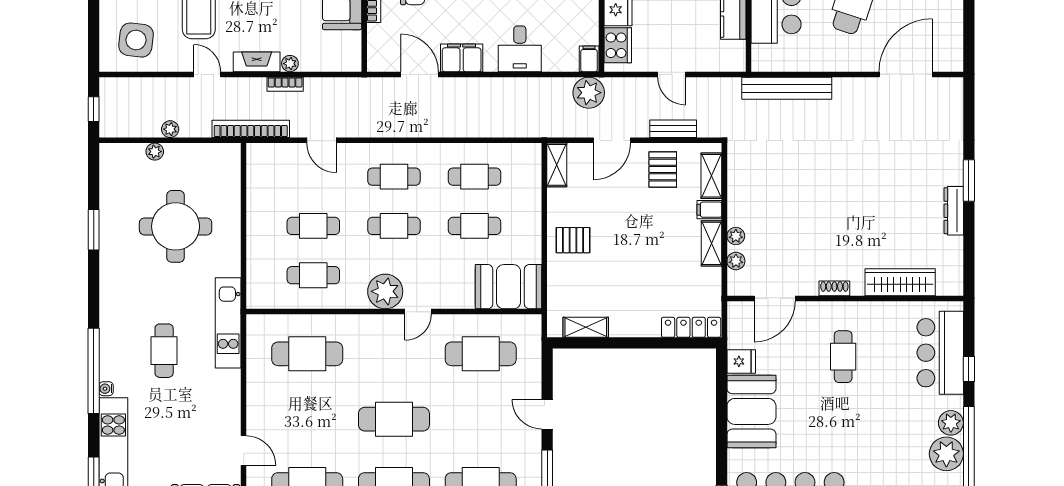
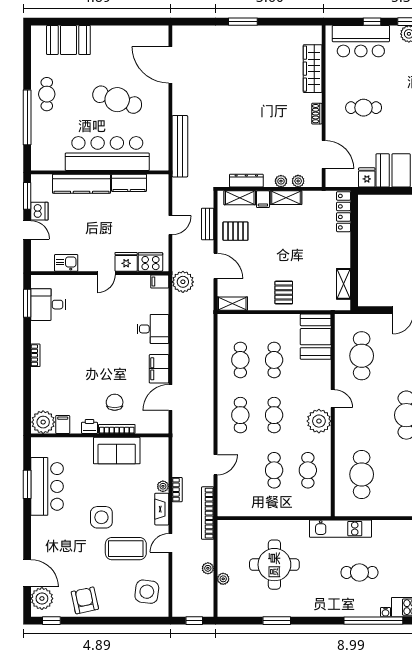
dresser: (954, 211) -> (246, 181), moved, turned 180

